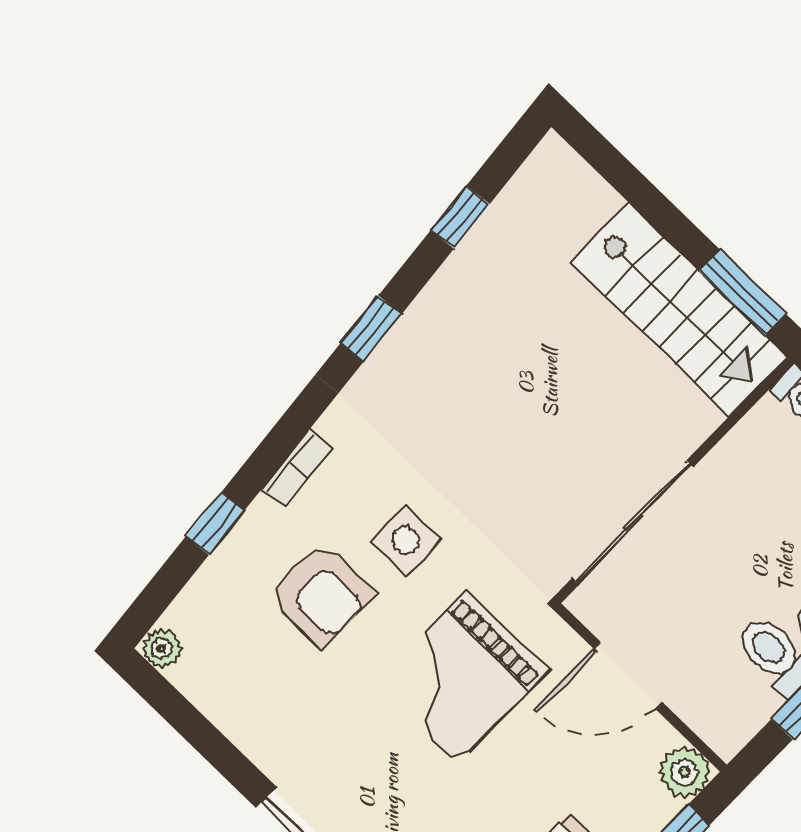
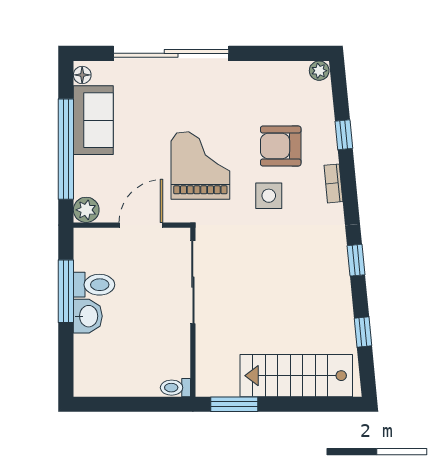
stairs: (679, 309) -> (296, 376), moved

